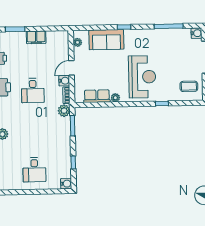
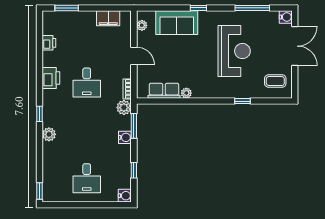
filing cabinet: (36, 37) -> (108, 18), moved
door: (71, 68) -> (134, 56), swing flipped
reception desk: (142, 77) -> (234, 51), moved
water cooler: (64, 81) -> (125, 137), moved

